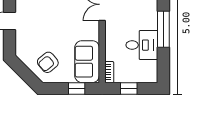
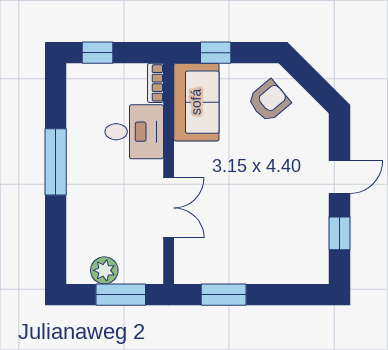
desk: (142, 45) -> (134, 132), moved, turned 180
window: (129, 88) -> (97, 53), moved

